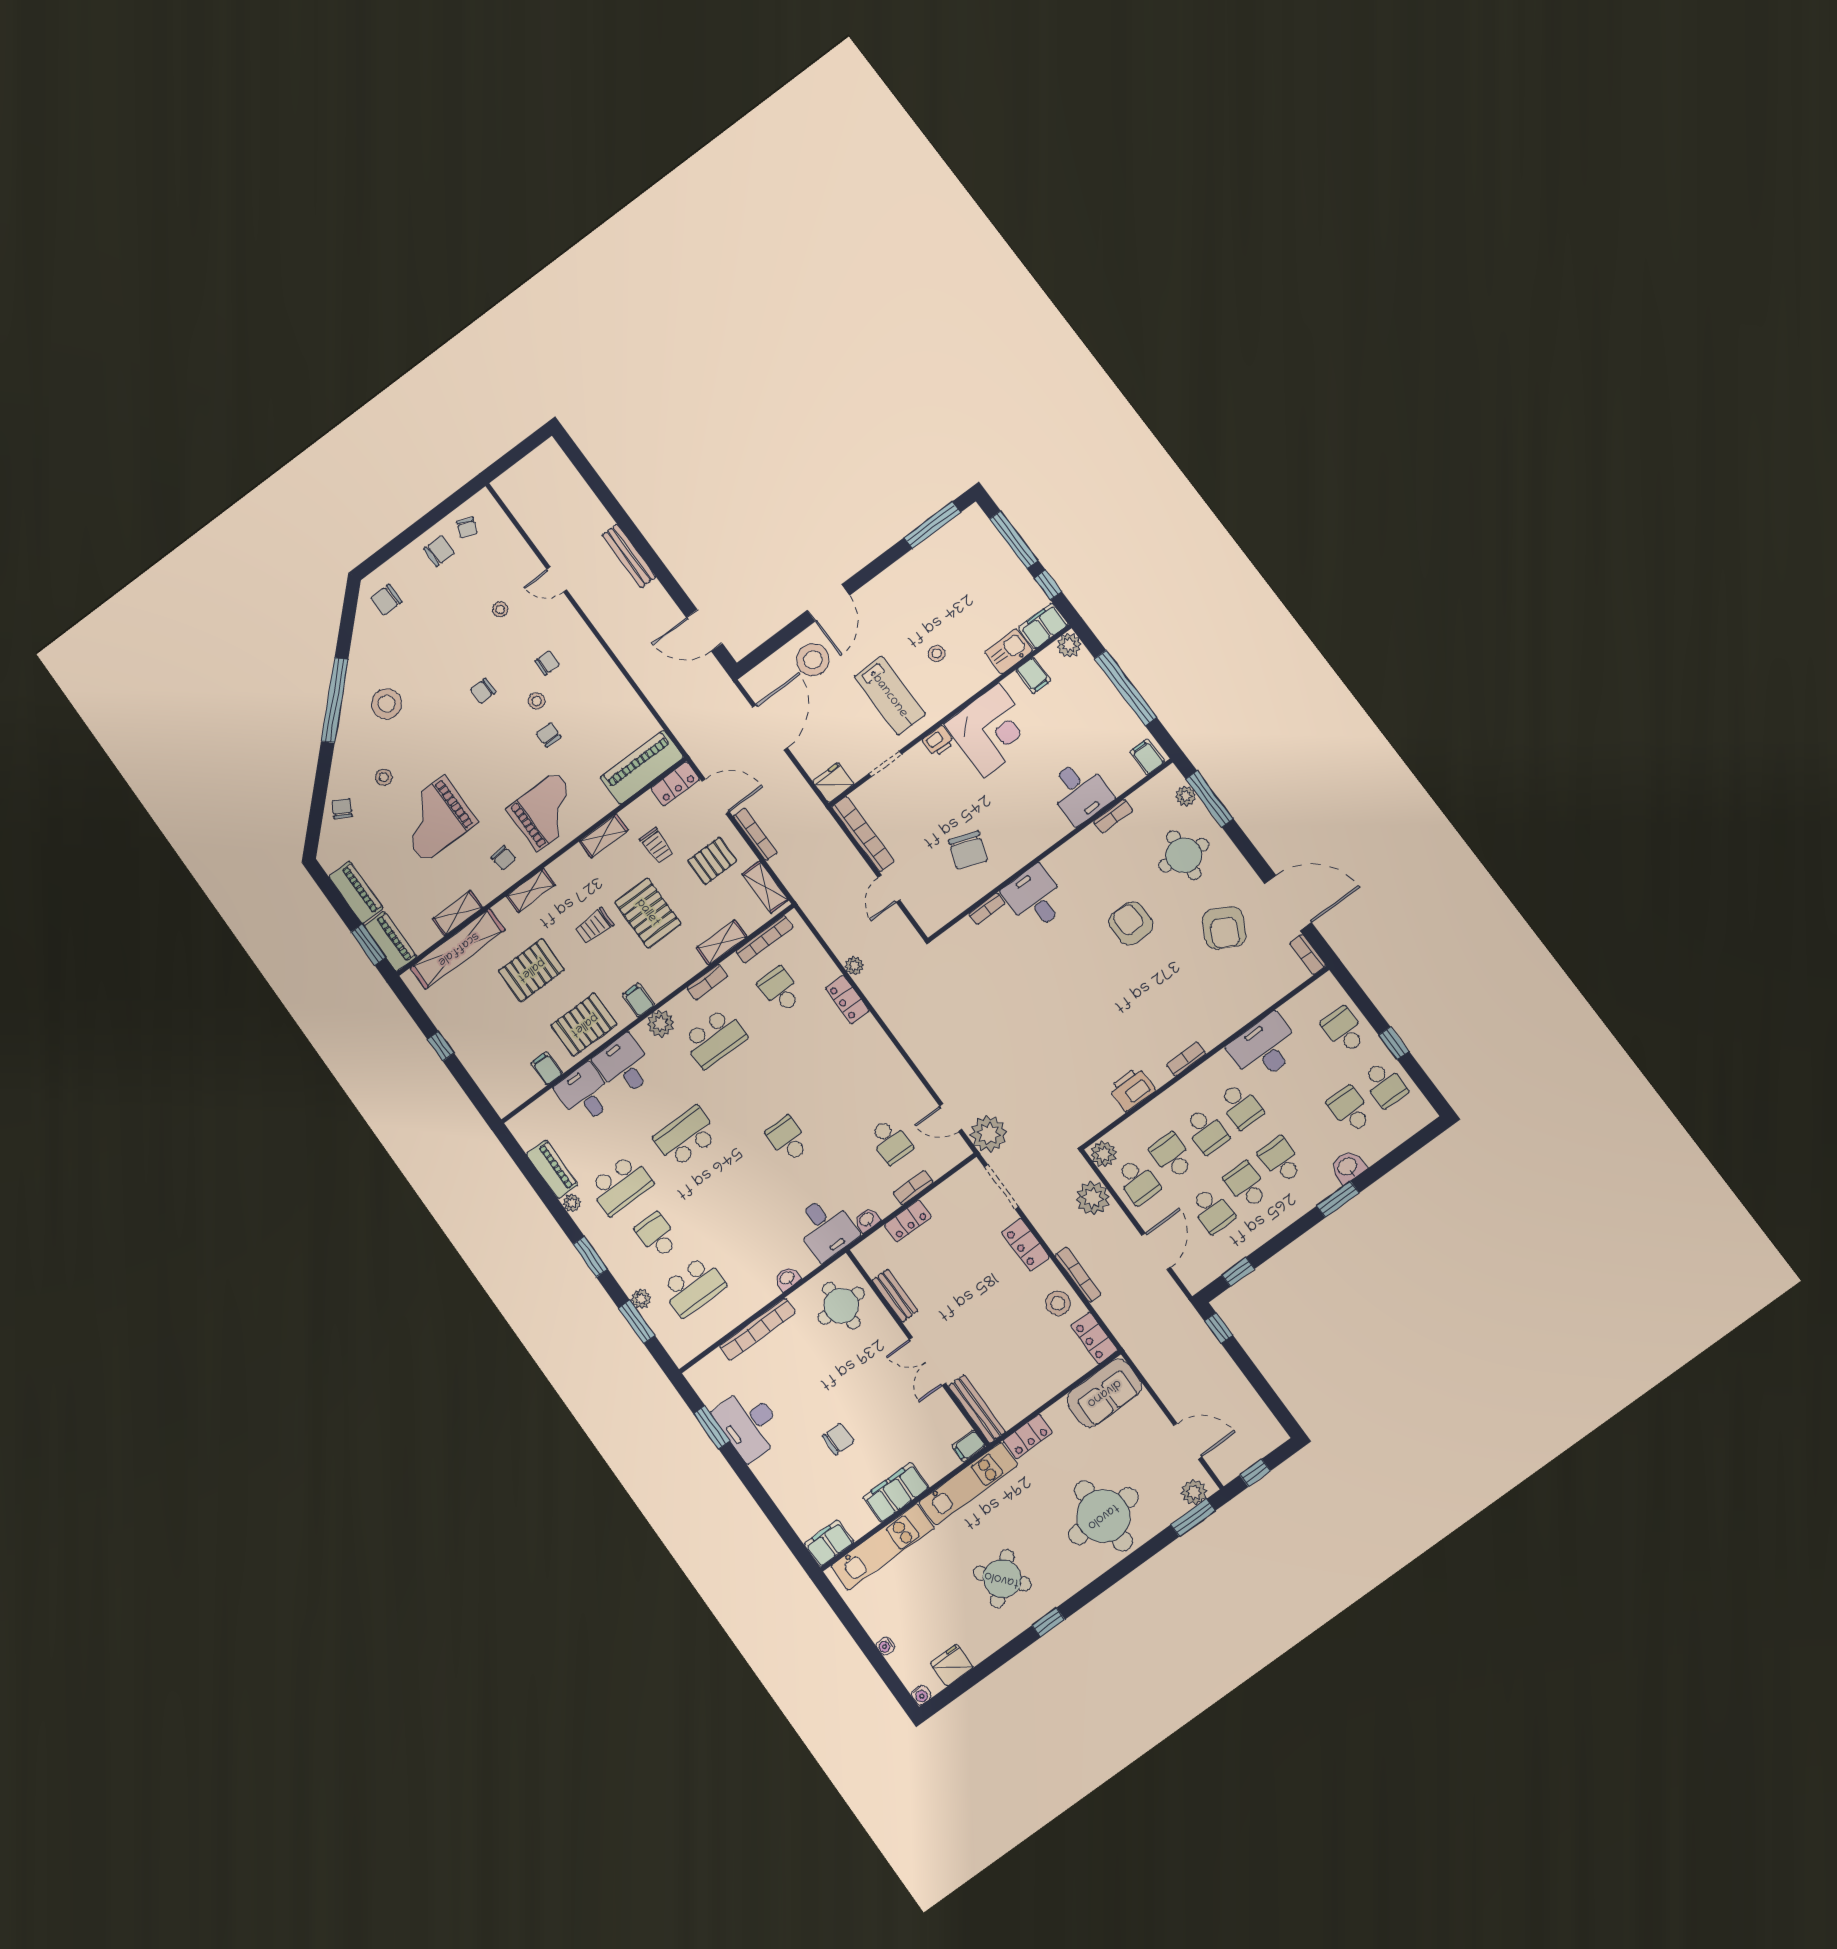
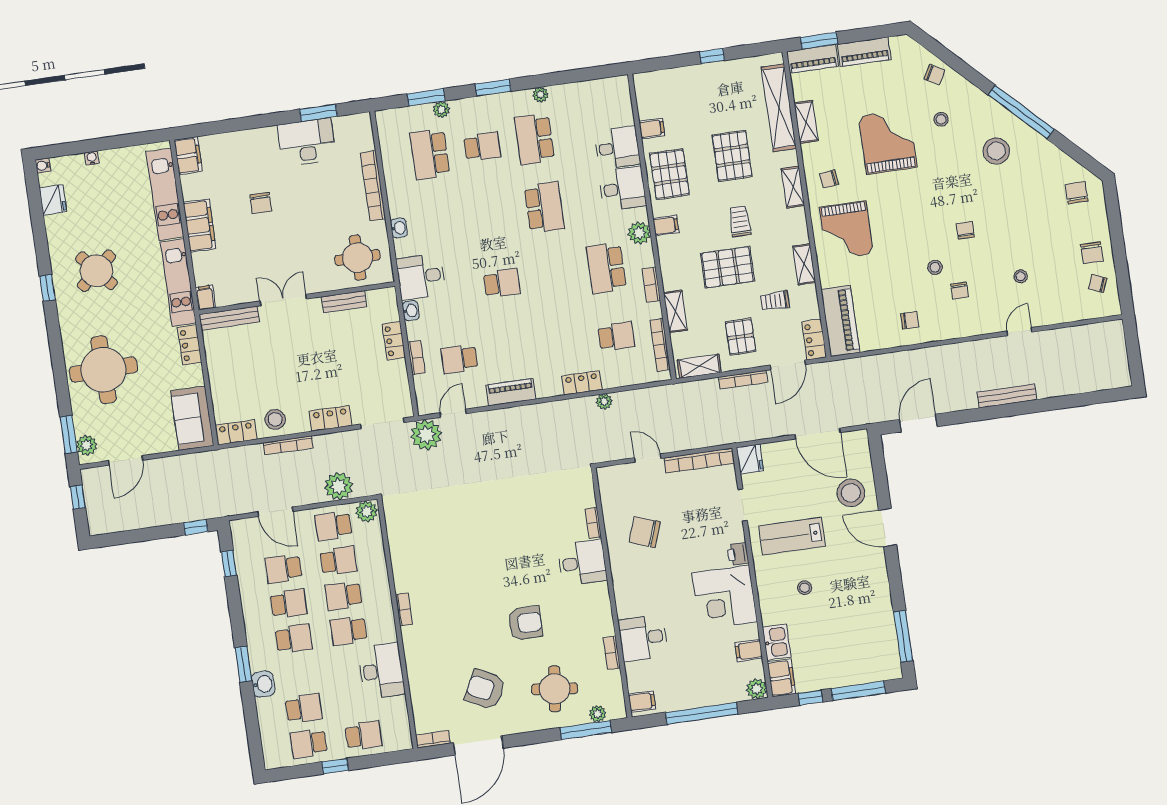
chair: (549, 735) -> (910, 320), moved
printer: (1132, 1089) -> (403, 558), removed
piano: (552, 1169) -> (511, 392), moved, turned 180

